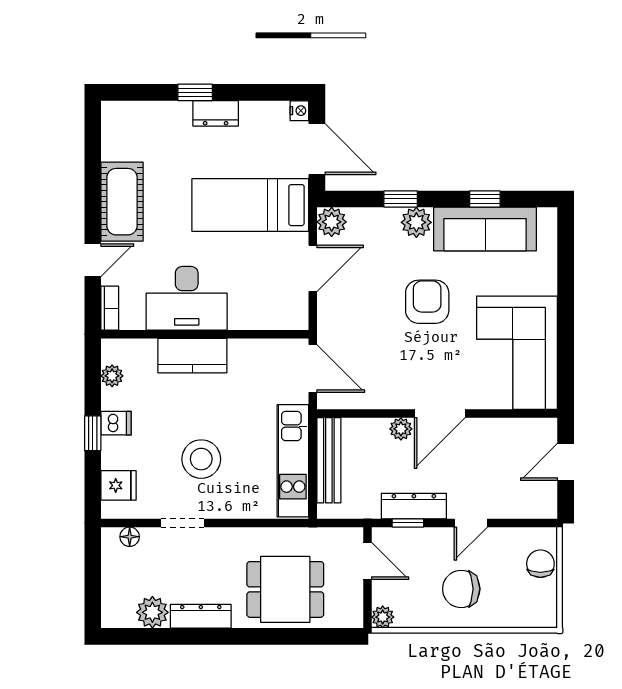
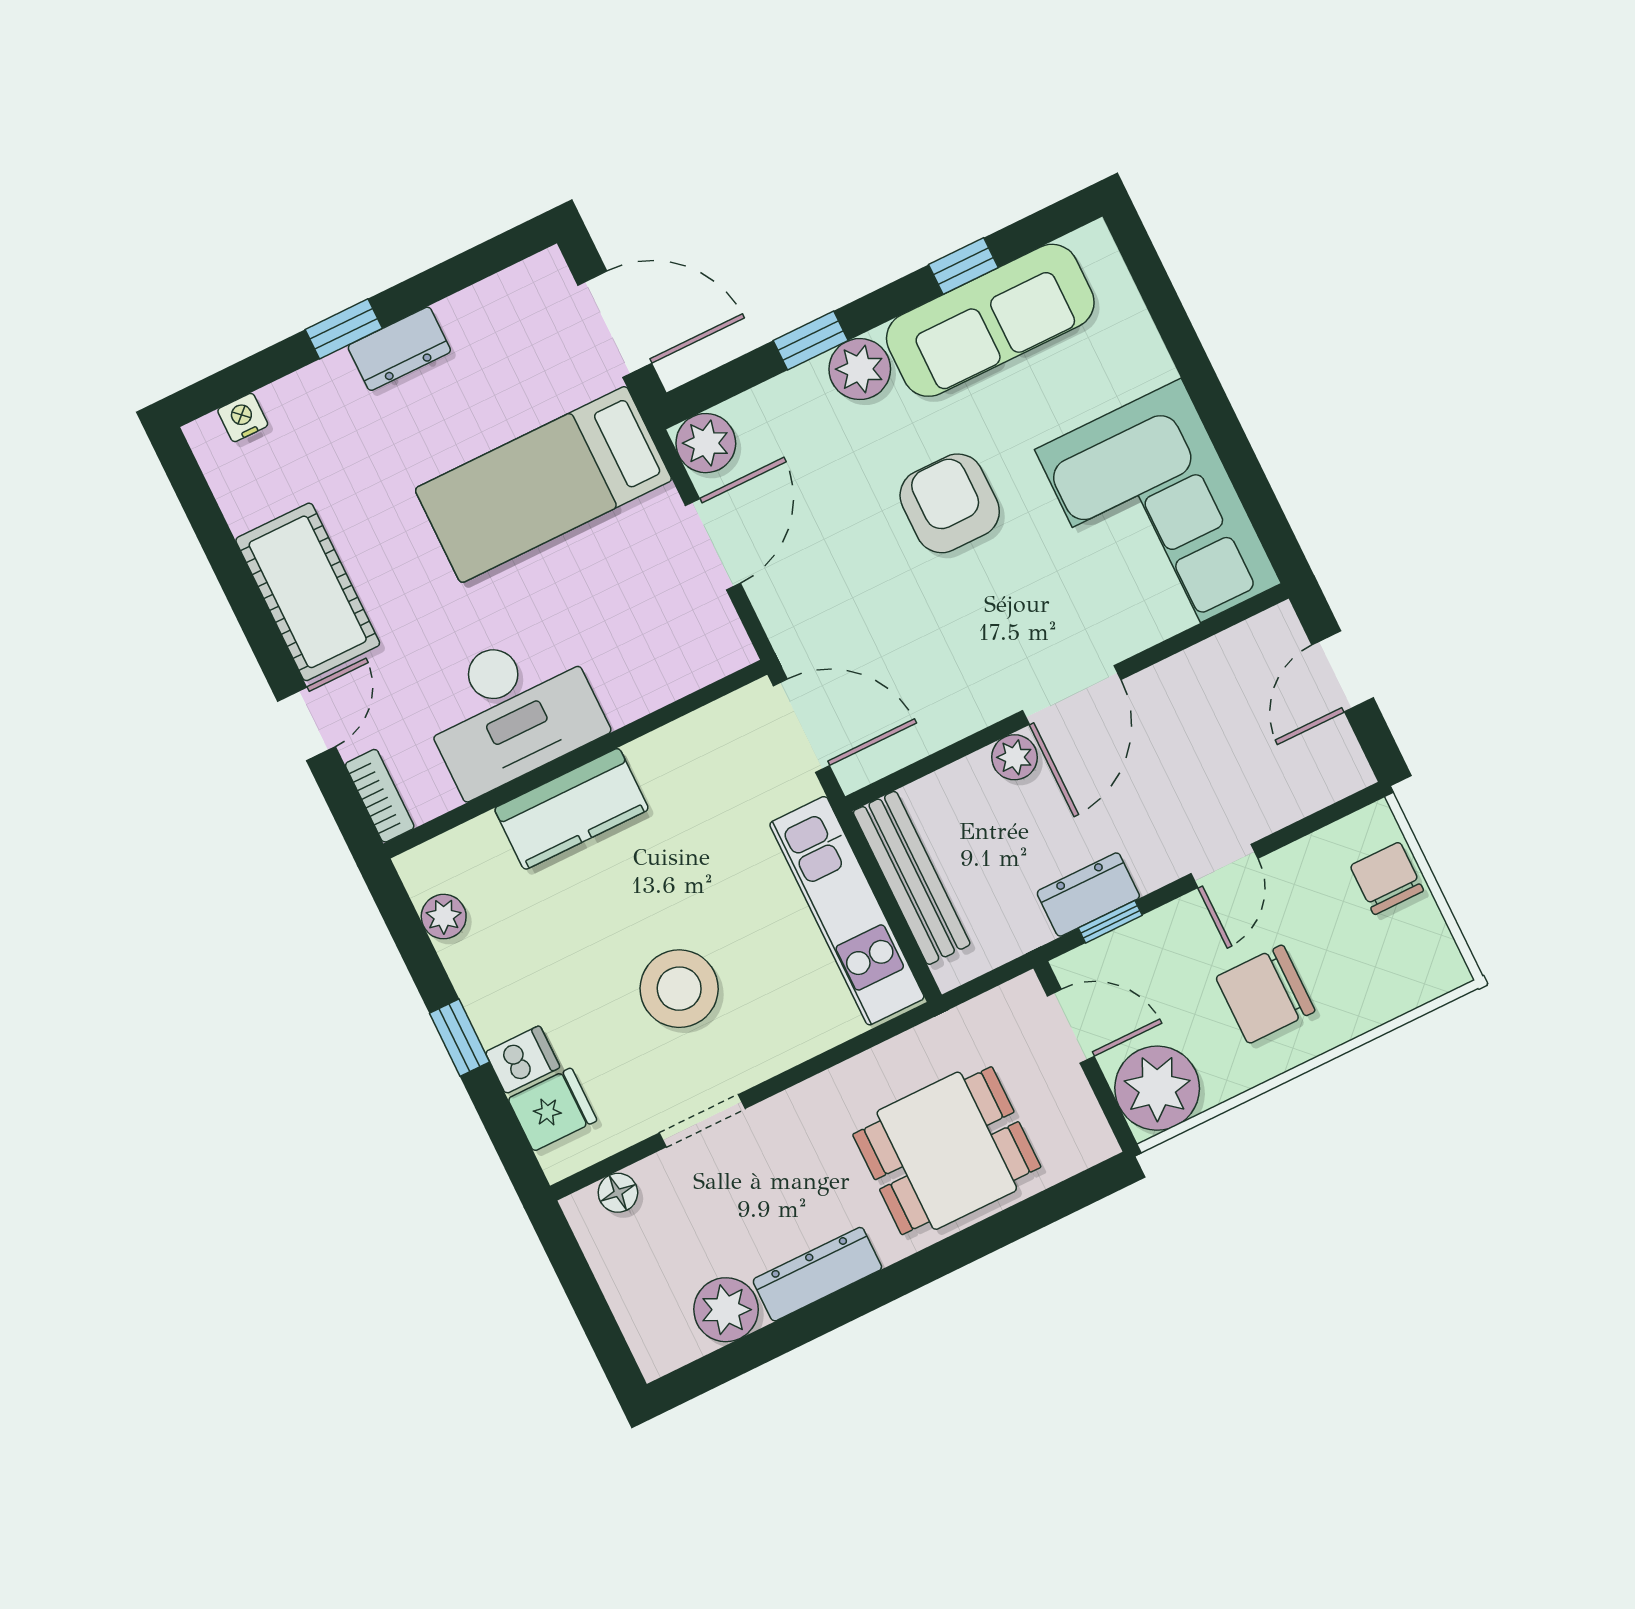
nightstand: (299, 111) -> (243, 417), moved, turned -90
dishwasher: (116, 423) -> (523, 1060), moved
dresser: (414, 506) -> (1088, 895), width x0.70
plant: (383, 617) -> (1157, 1088), width x1.87, depth x1.87

